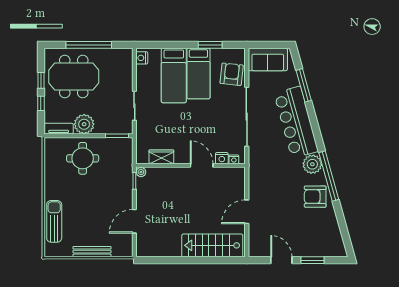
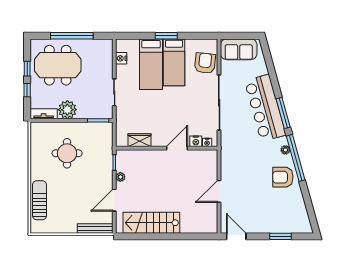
window: (210, 45) -> (166, 36), moved
nightstand: (142, 58) -> (121, 58), moved
window: (304, 85) -> (283, 113), moved
round table: (83, 158) -> (67, 153), moved
plant: (312, 164) -> (285, 150), width x0.53, depth x0.53
door: (202, 165) -> (177, 148), hinge flipped
plant: (141, 172) -> (120, 177), moved
stairs: (212, 245) -> (151, 223), moved
bench: (92, 252) -> (95, 228), moved
door: (281, 260) -> (236, 236), moved

